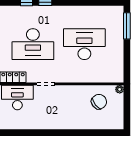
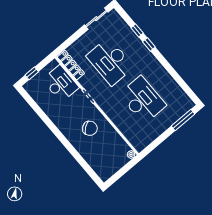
chair: (99, 102) -> (90, 128), moved

